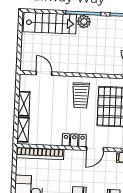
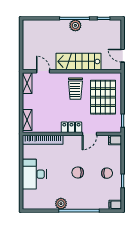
stairs: (50, 23) -> (79, 61), moved, turned 180
shelving: (24, 104) -> (27, 83), moved

